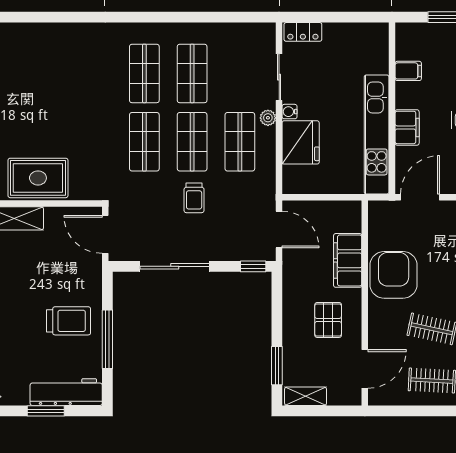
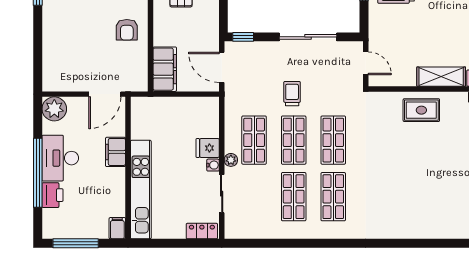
filing cabinet: (408, 71) -> (117, 228), moved, turned 90
kitchen unit: (377, 134) -> (141, 190), moved
fridge: (301, 142) -> (208, 148), width x0.53, depth x0.75
rug: (38, 178) -> (421, 110), width x0.73, depth x0.70
door: (105, 234) -> (366, 63), width x0.73
filing cabinet: (348, 260) -> (165, 69), moved
armchair: (394, 275) -> (127, 30), width x0.53, depth x0.53

